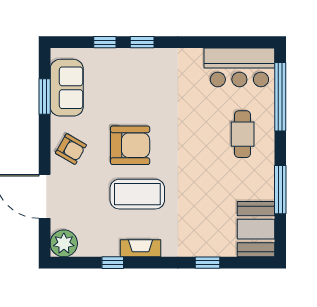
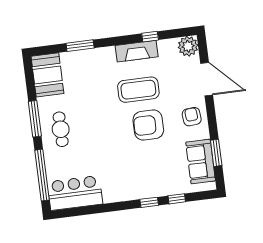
cafe table: (243, 134) -> (61, 129), moved
armchair: (71, 149) -> (192, 117), turned 55
window: (280, 190) -> (35, 119), moved
fireplace: (141, 248) -> (137, 51), width x1.37, depth x1.32
window: (208, 263) -> (80, 46), width x1.50

